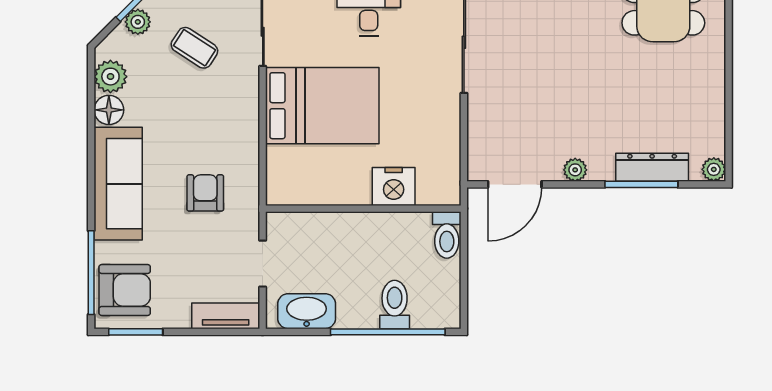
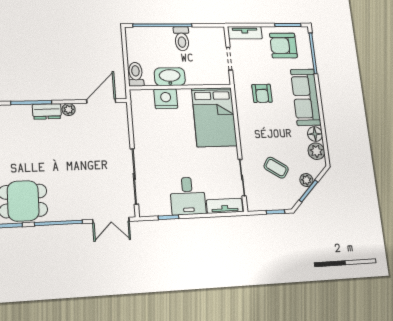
bed: (322, 106) -> (214, 117), moved, turned -90
dresser: (652, 167) -> (47, 111), moved, width x0.70
armchair: (125, 290) -> (283, 45), moved
toilet: (395, 305) -> (182, 39), moved
washbasin: (307, 311) -> (170, 77), moved, turned 180

